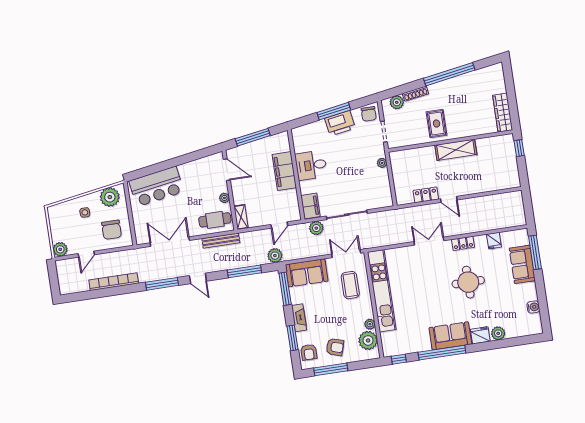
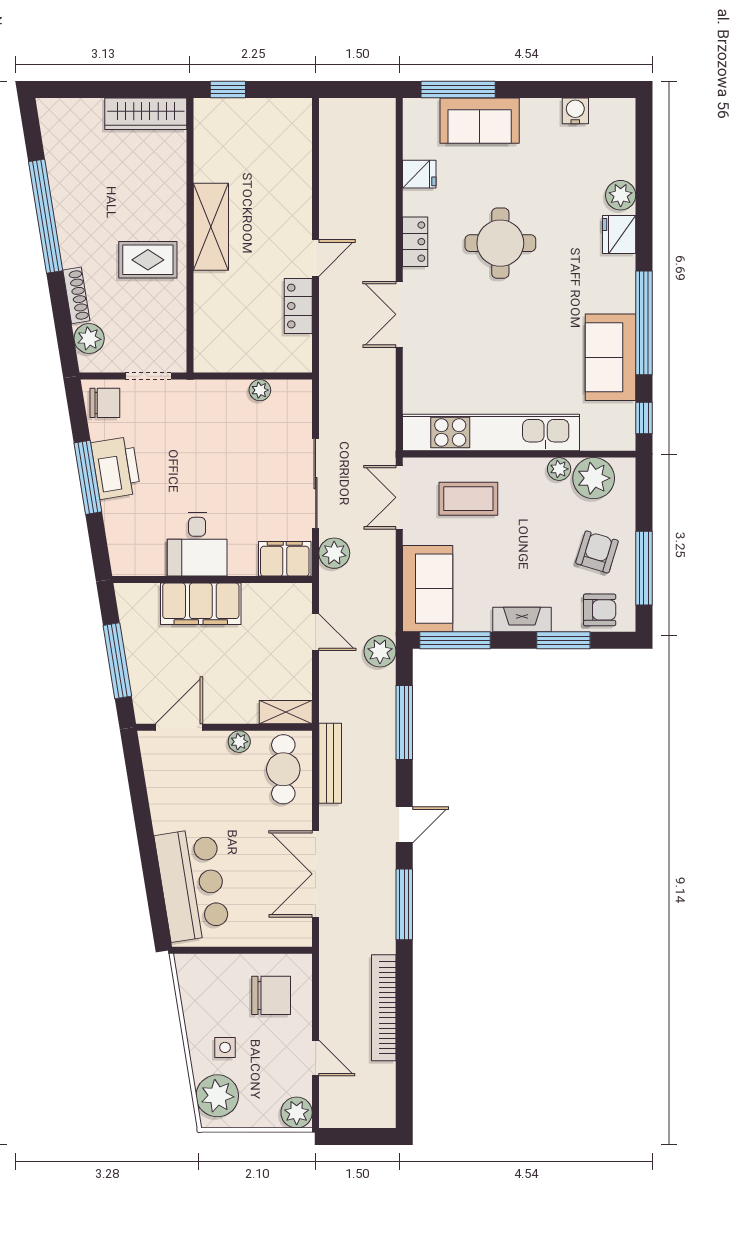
plant: (382, 163) -> (260, 390), moved
plant: (110, 197) -> (217, 1096), moved
sofa: (450, 336) -> (610, 357), moved

